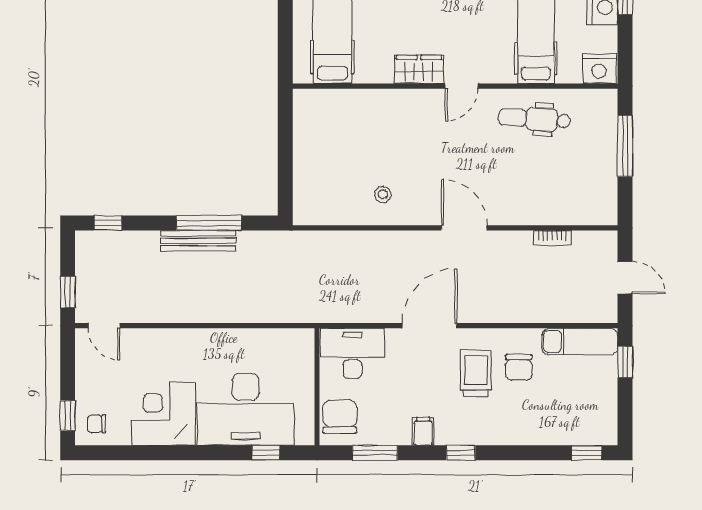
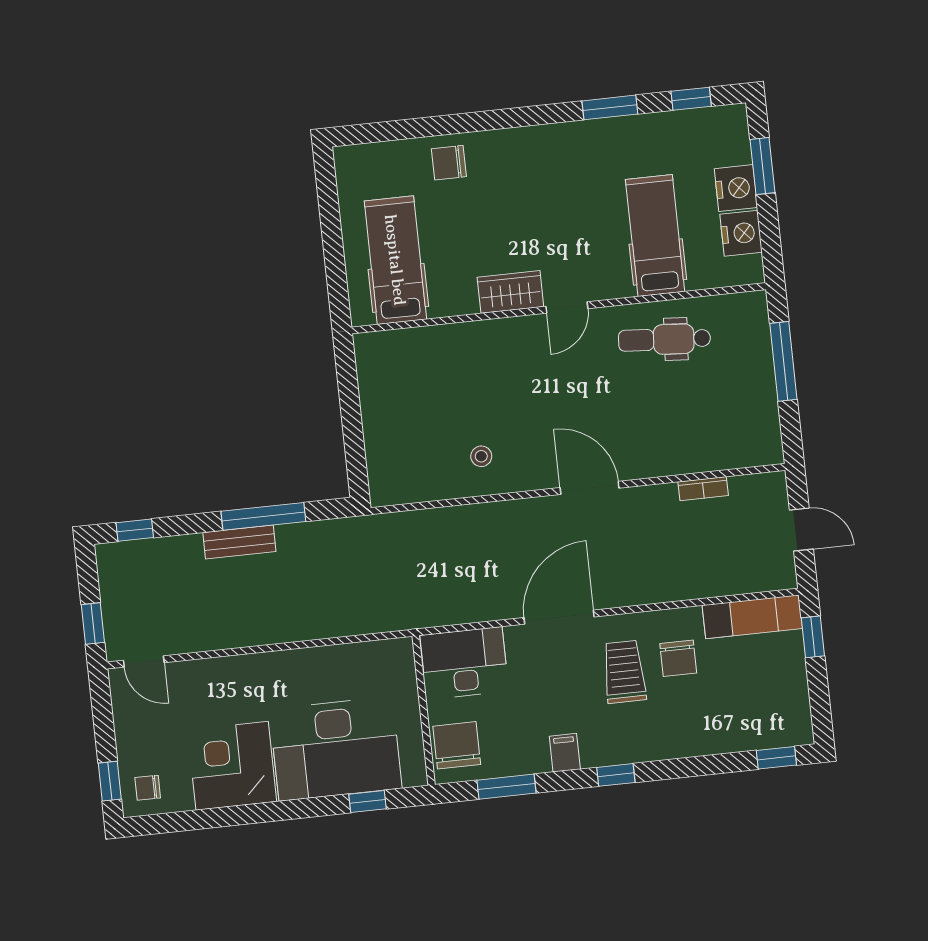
nightstand: (599, 69) -> (741, 233), moved, turned -90
bench: (198, 241) -> (239, 542), width x0.73

